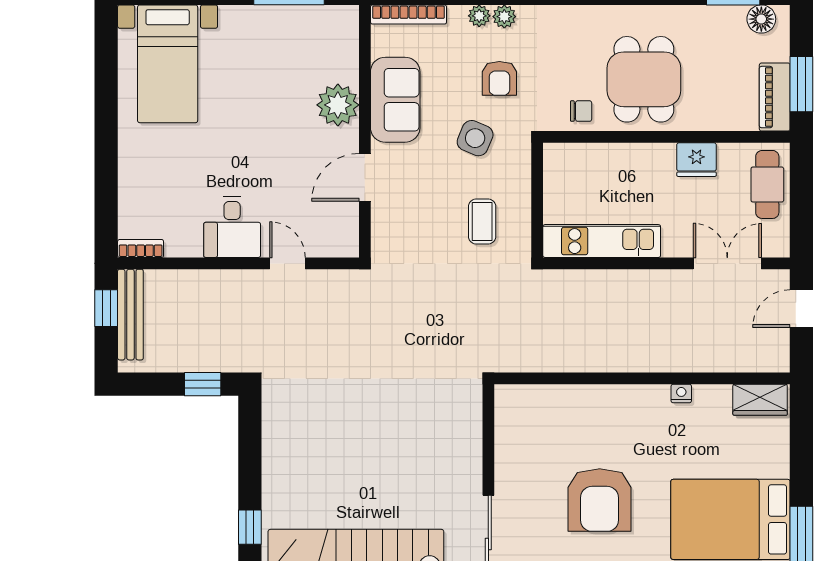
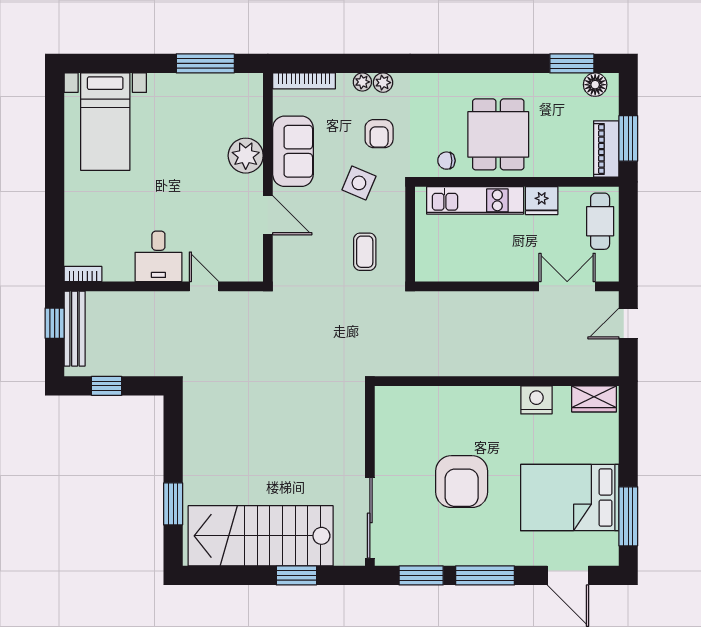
chair: (581, 111) -> (446, 161), turned 180
door: (365, 177) -> (268, 215), swing flipped
kitchen unit: (602, 241) -> (475, 200), moved, turned 180
window: (203, 384) -> (107, 386), moved
nightstand: (681, 394) -> (536, 400), width x1.89, depth x1.79
window: (250, 527) -> (173, 504), width x1.50

